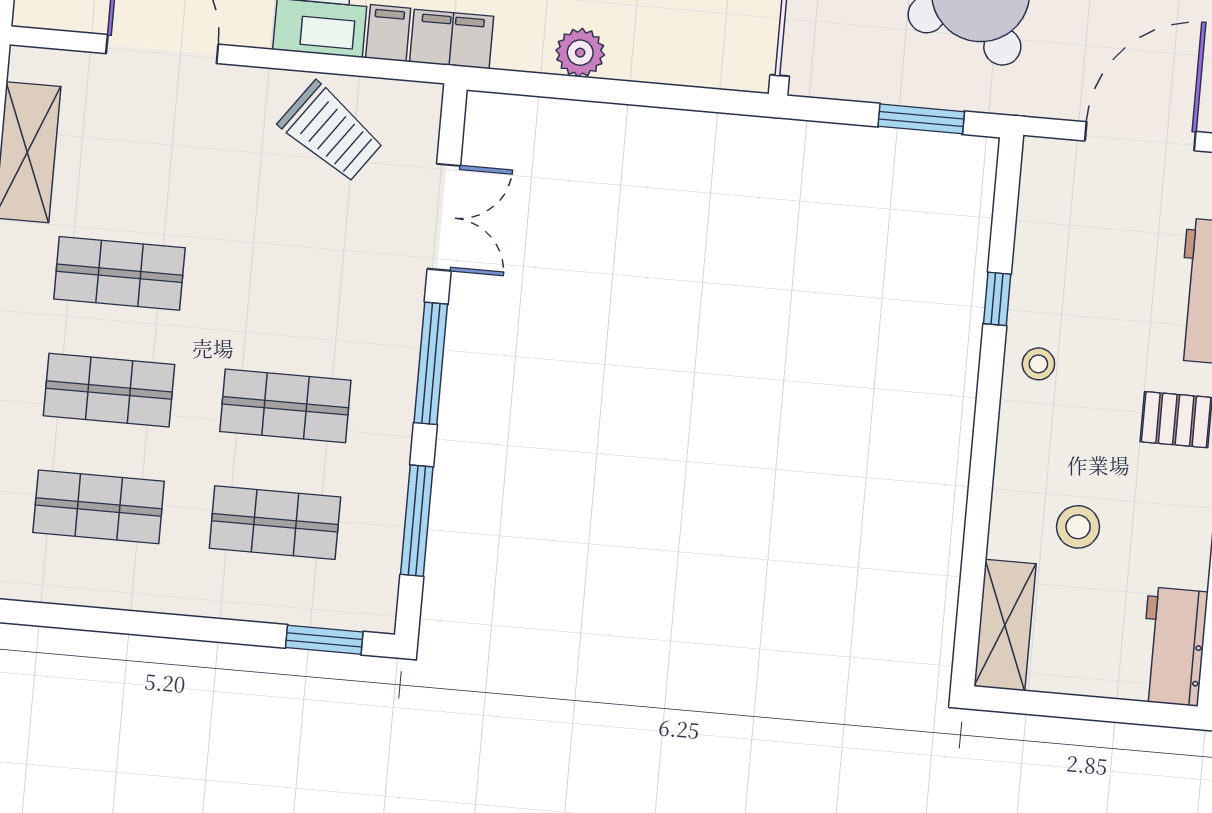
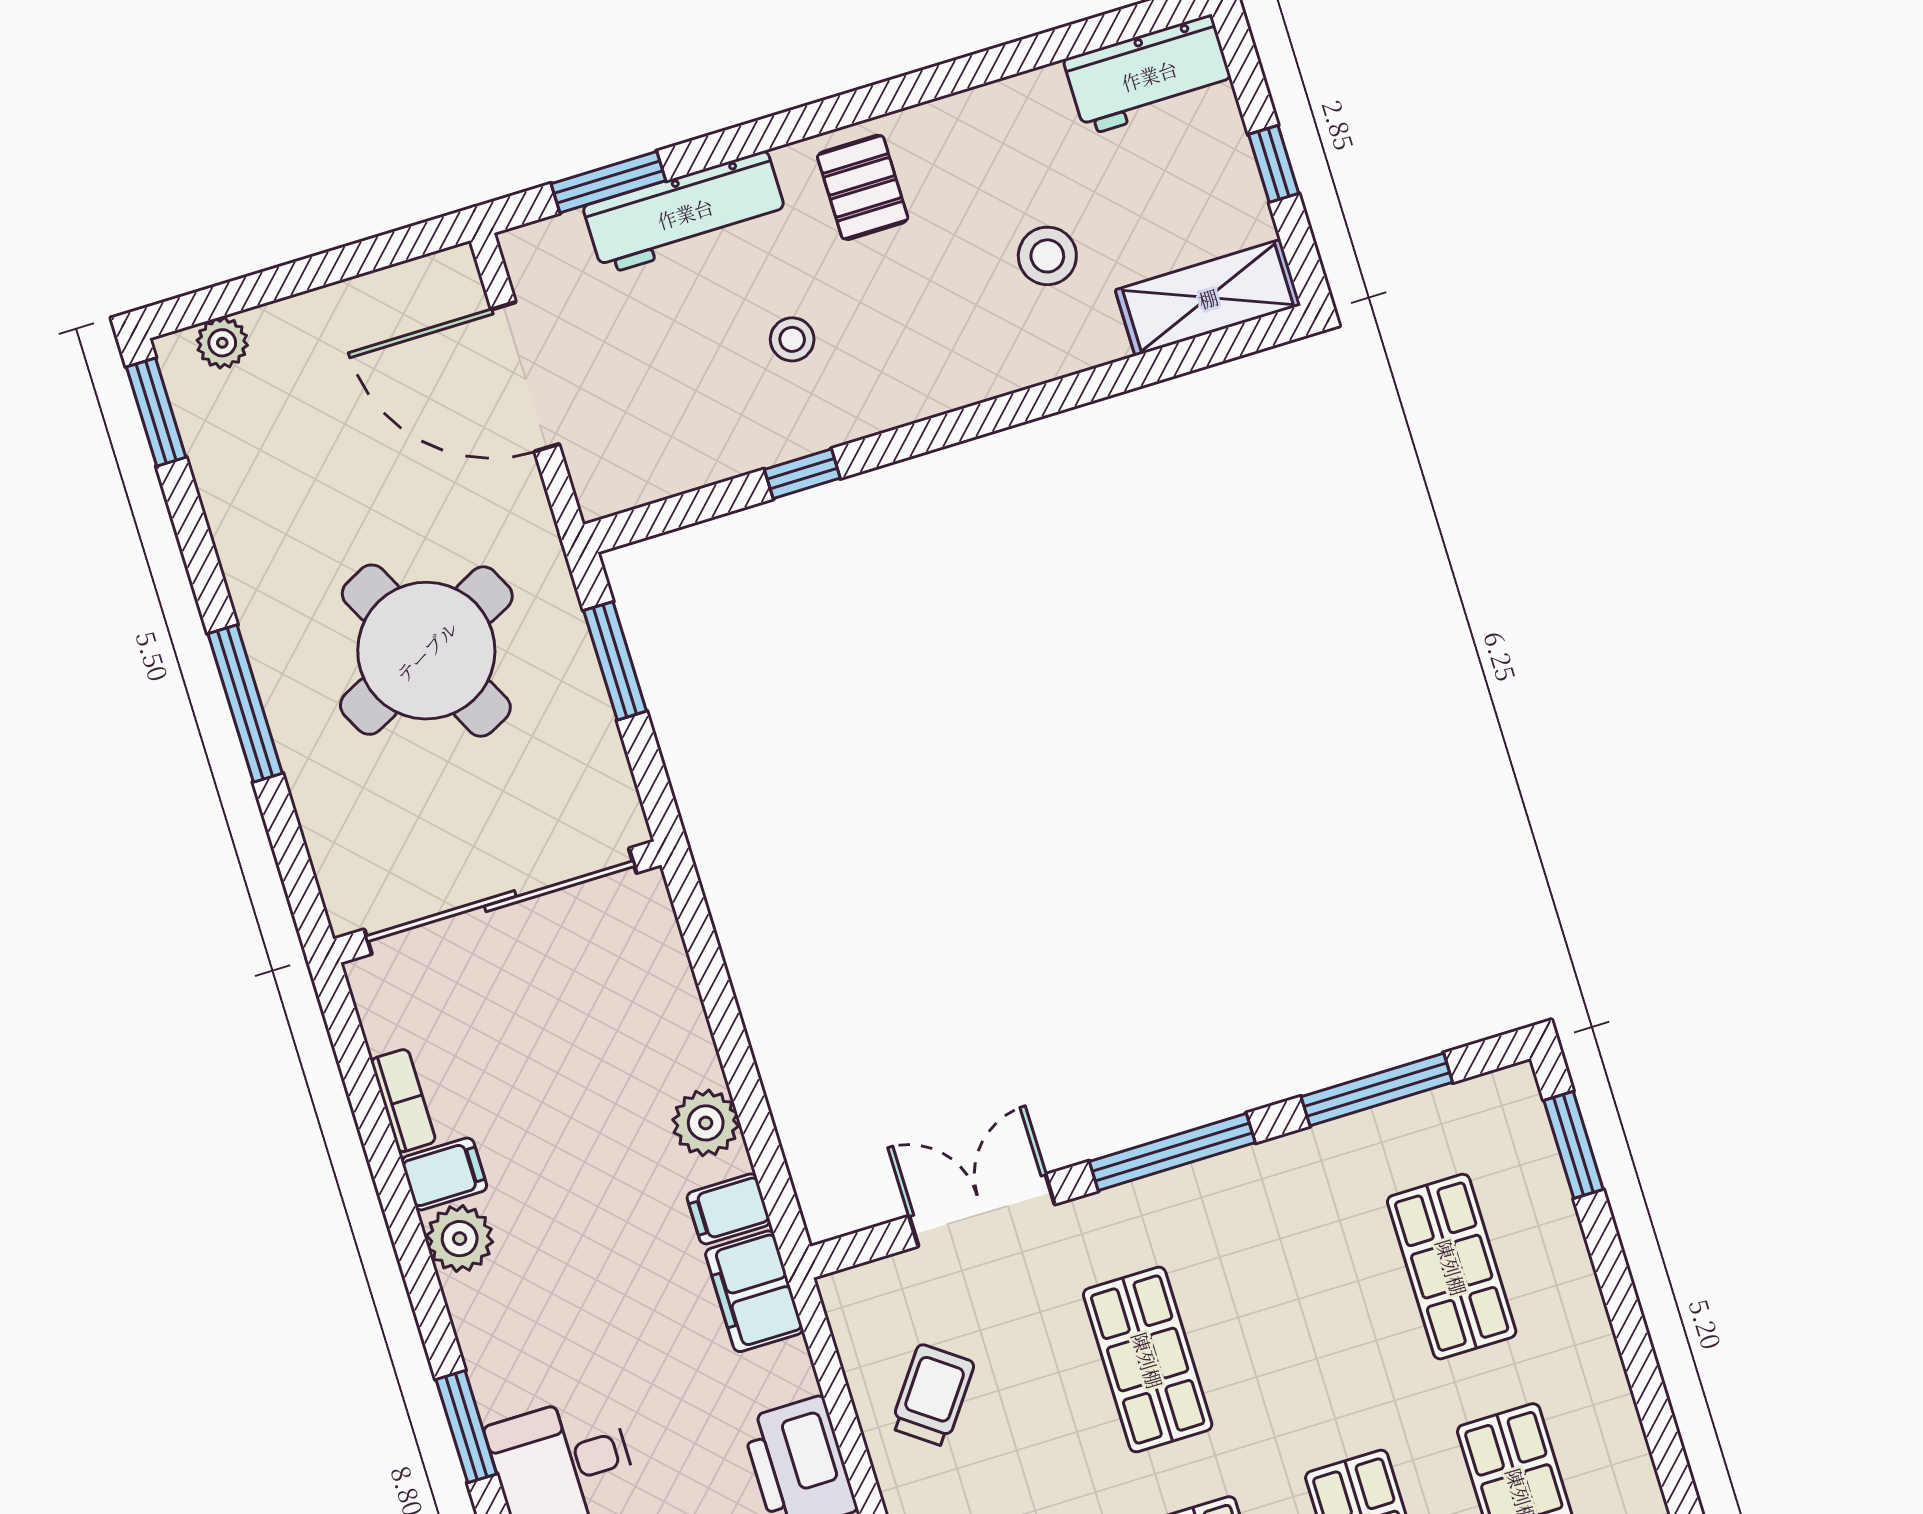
filing cabinet: (388, 33) -> (729, 1209), moved
trolley: (331, 132) -> (932, 1395), width x0.73, depth x0.72
stool: (1038, 364) -> (792, 339), moved
shop shelf: (285, 406) -> (1148, 1360), moved
window: (1078, 707) -> (1274, 164), added

